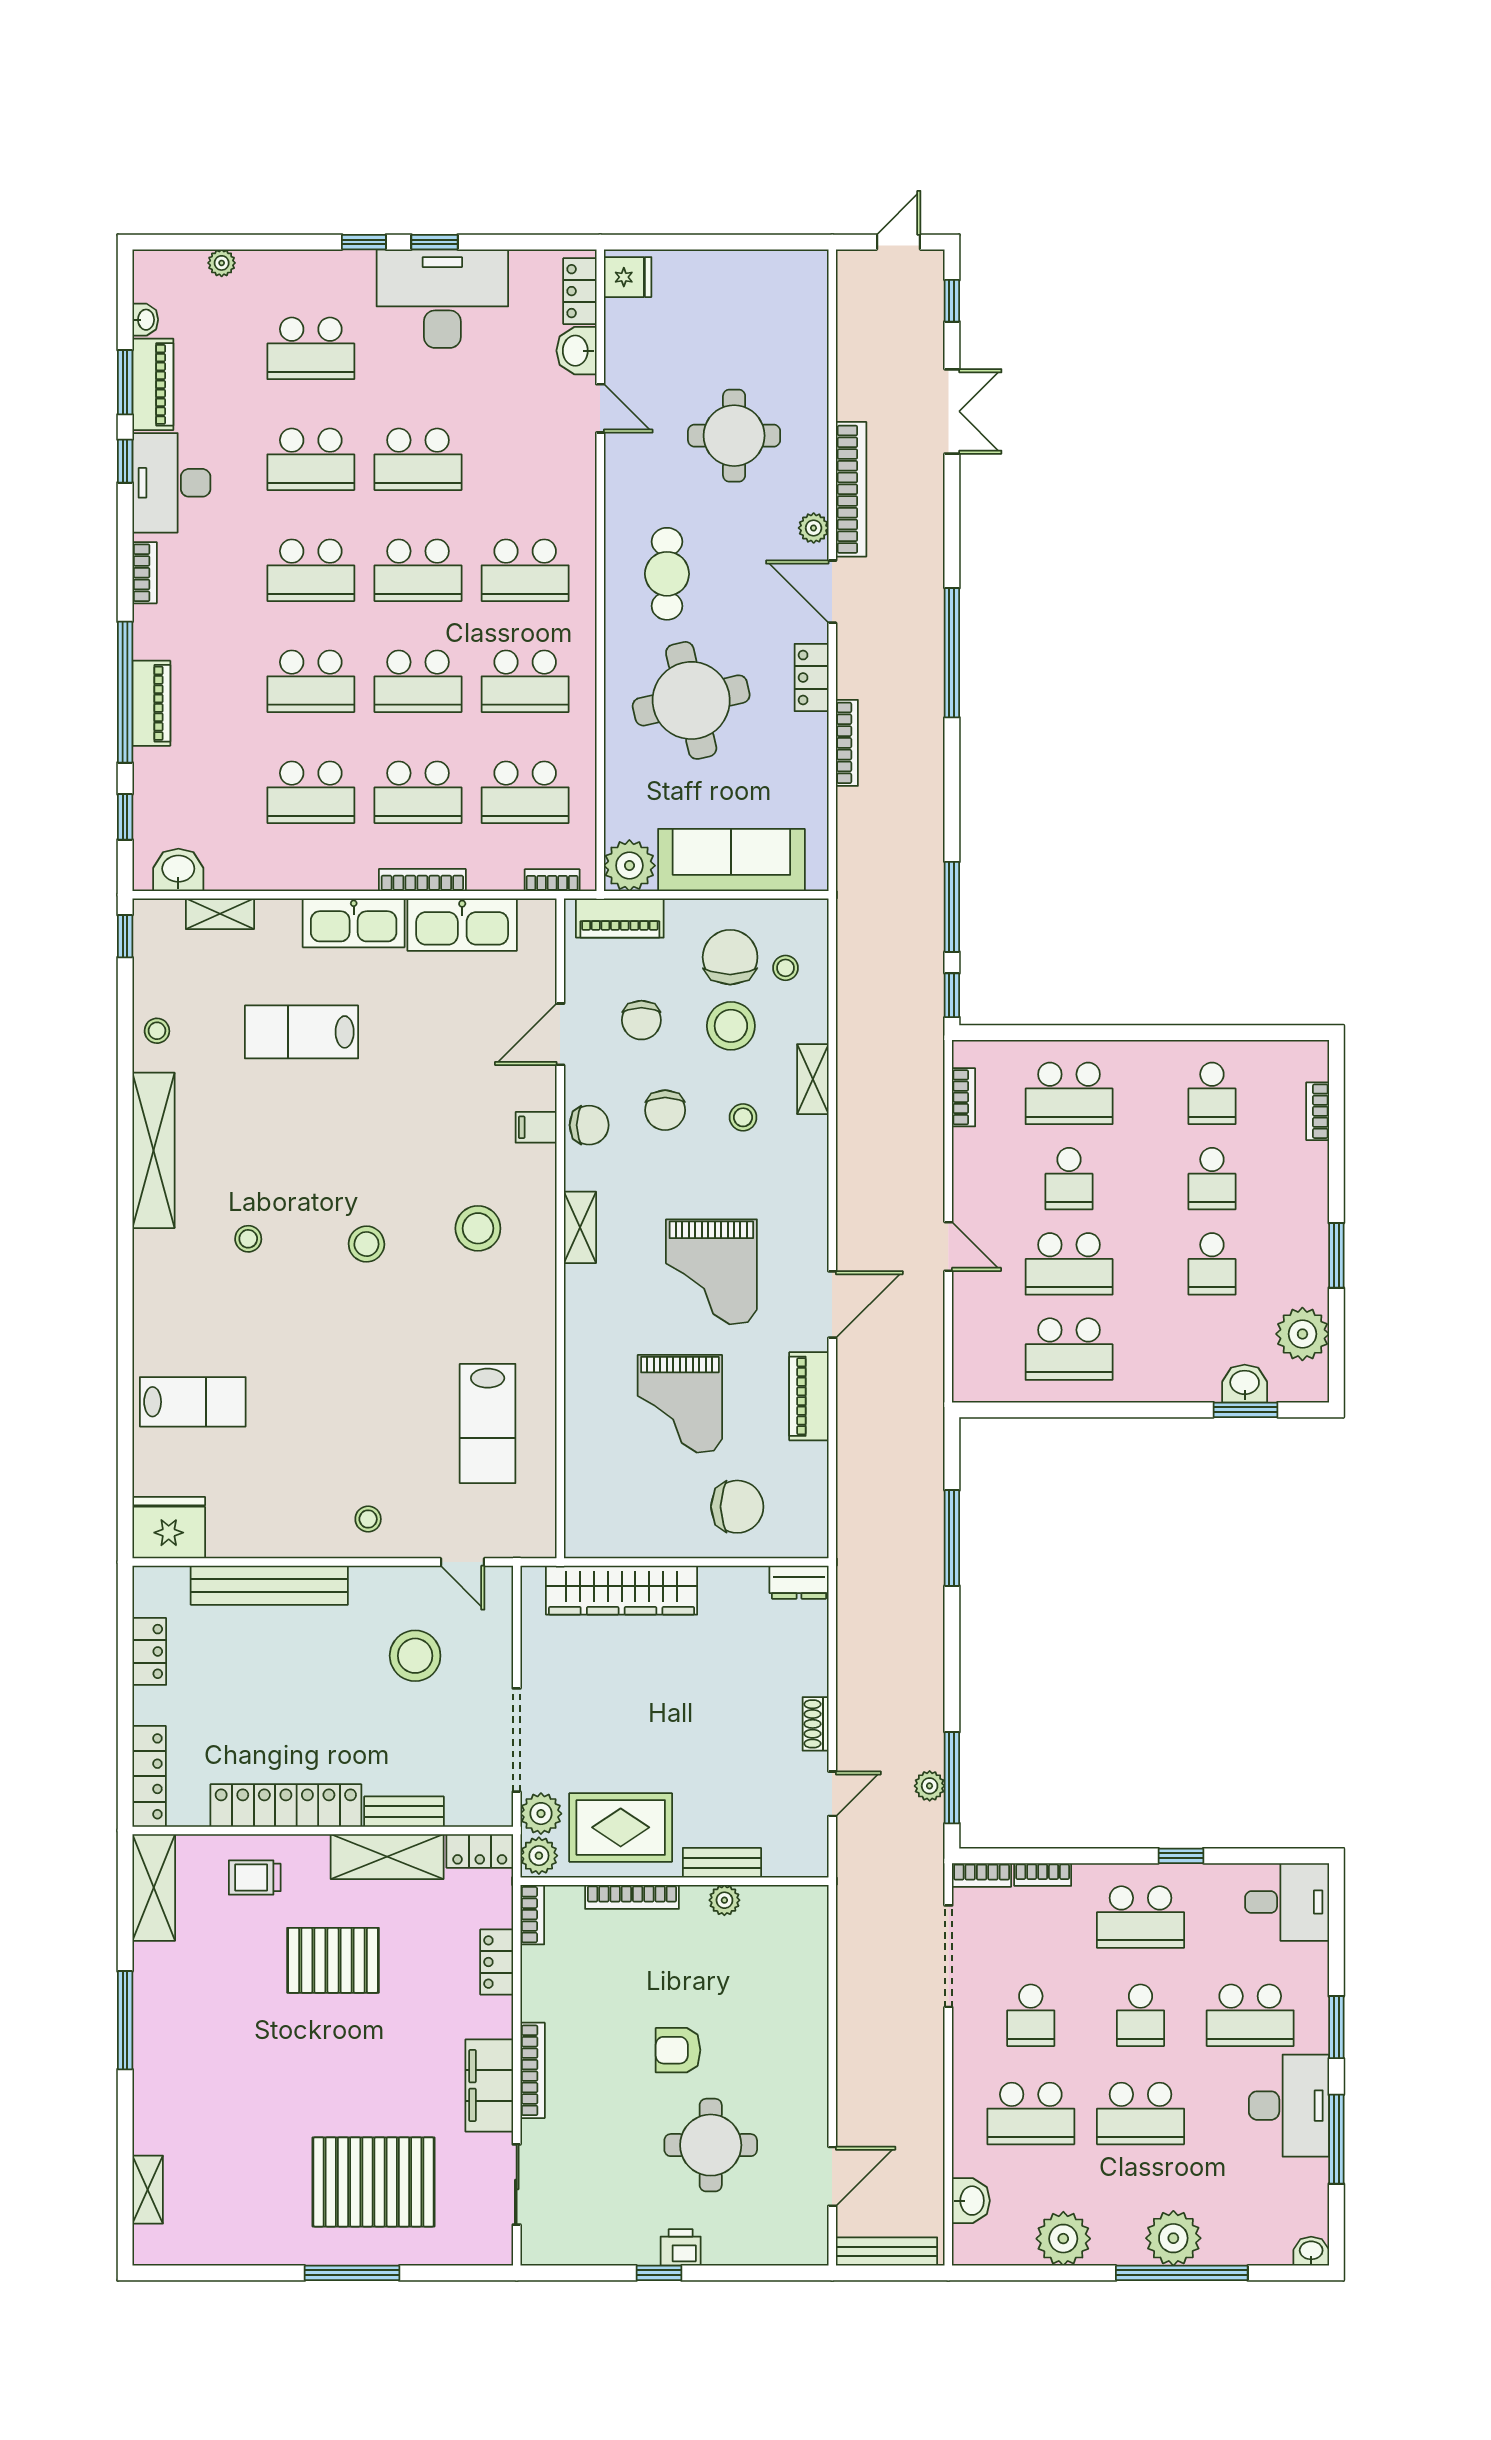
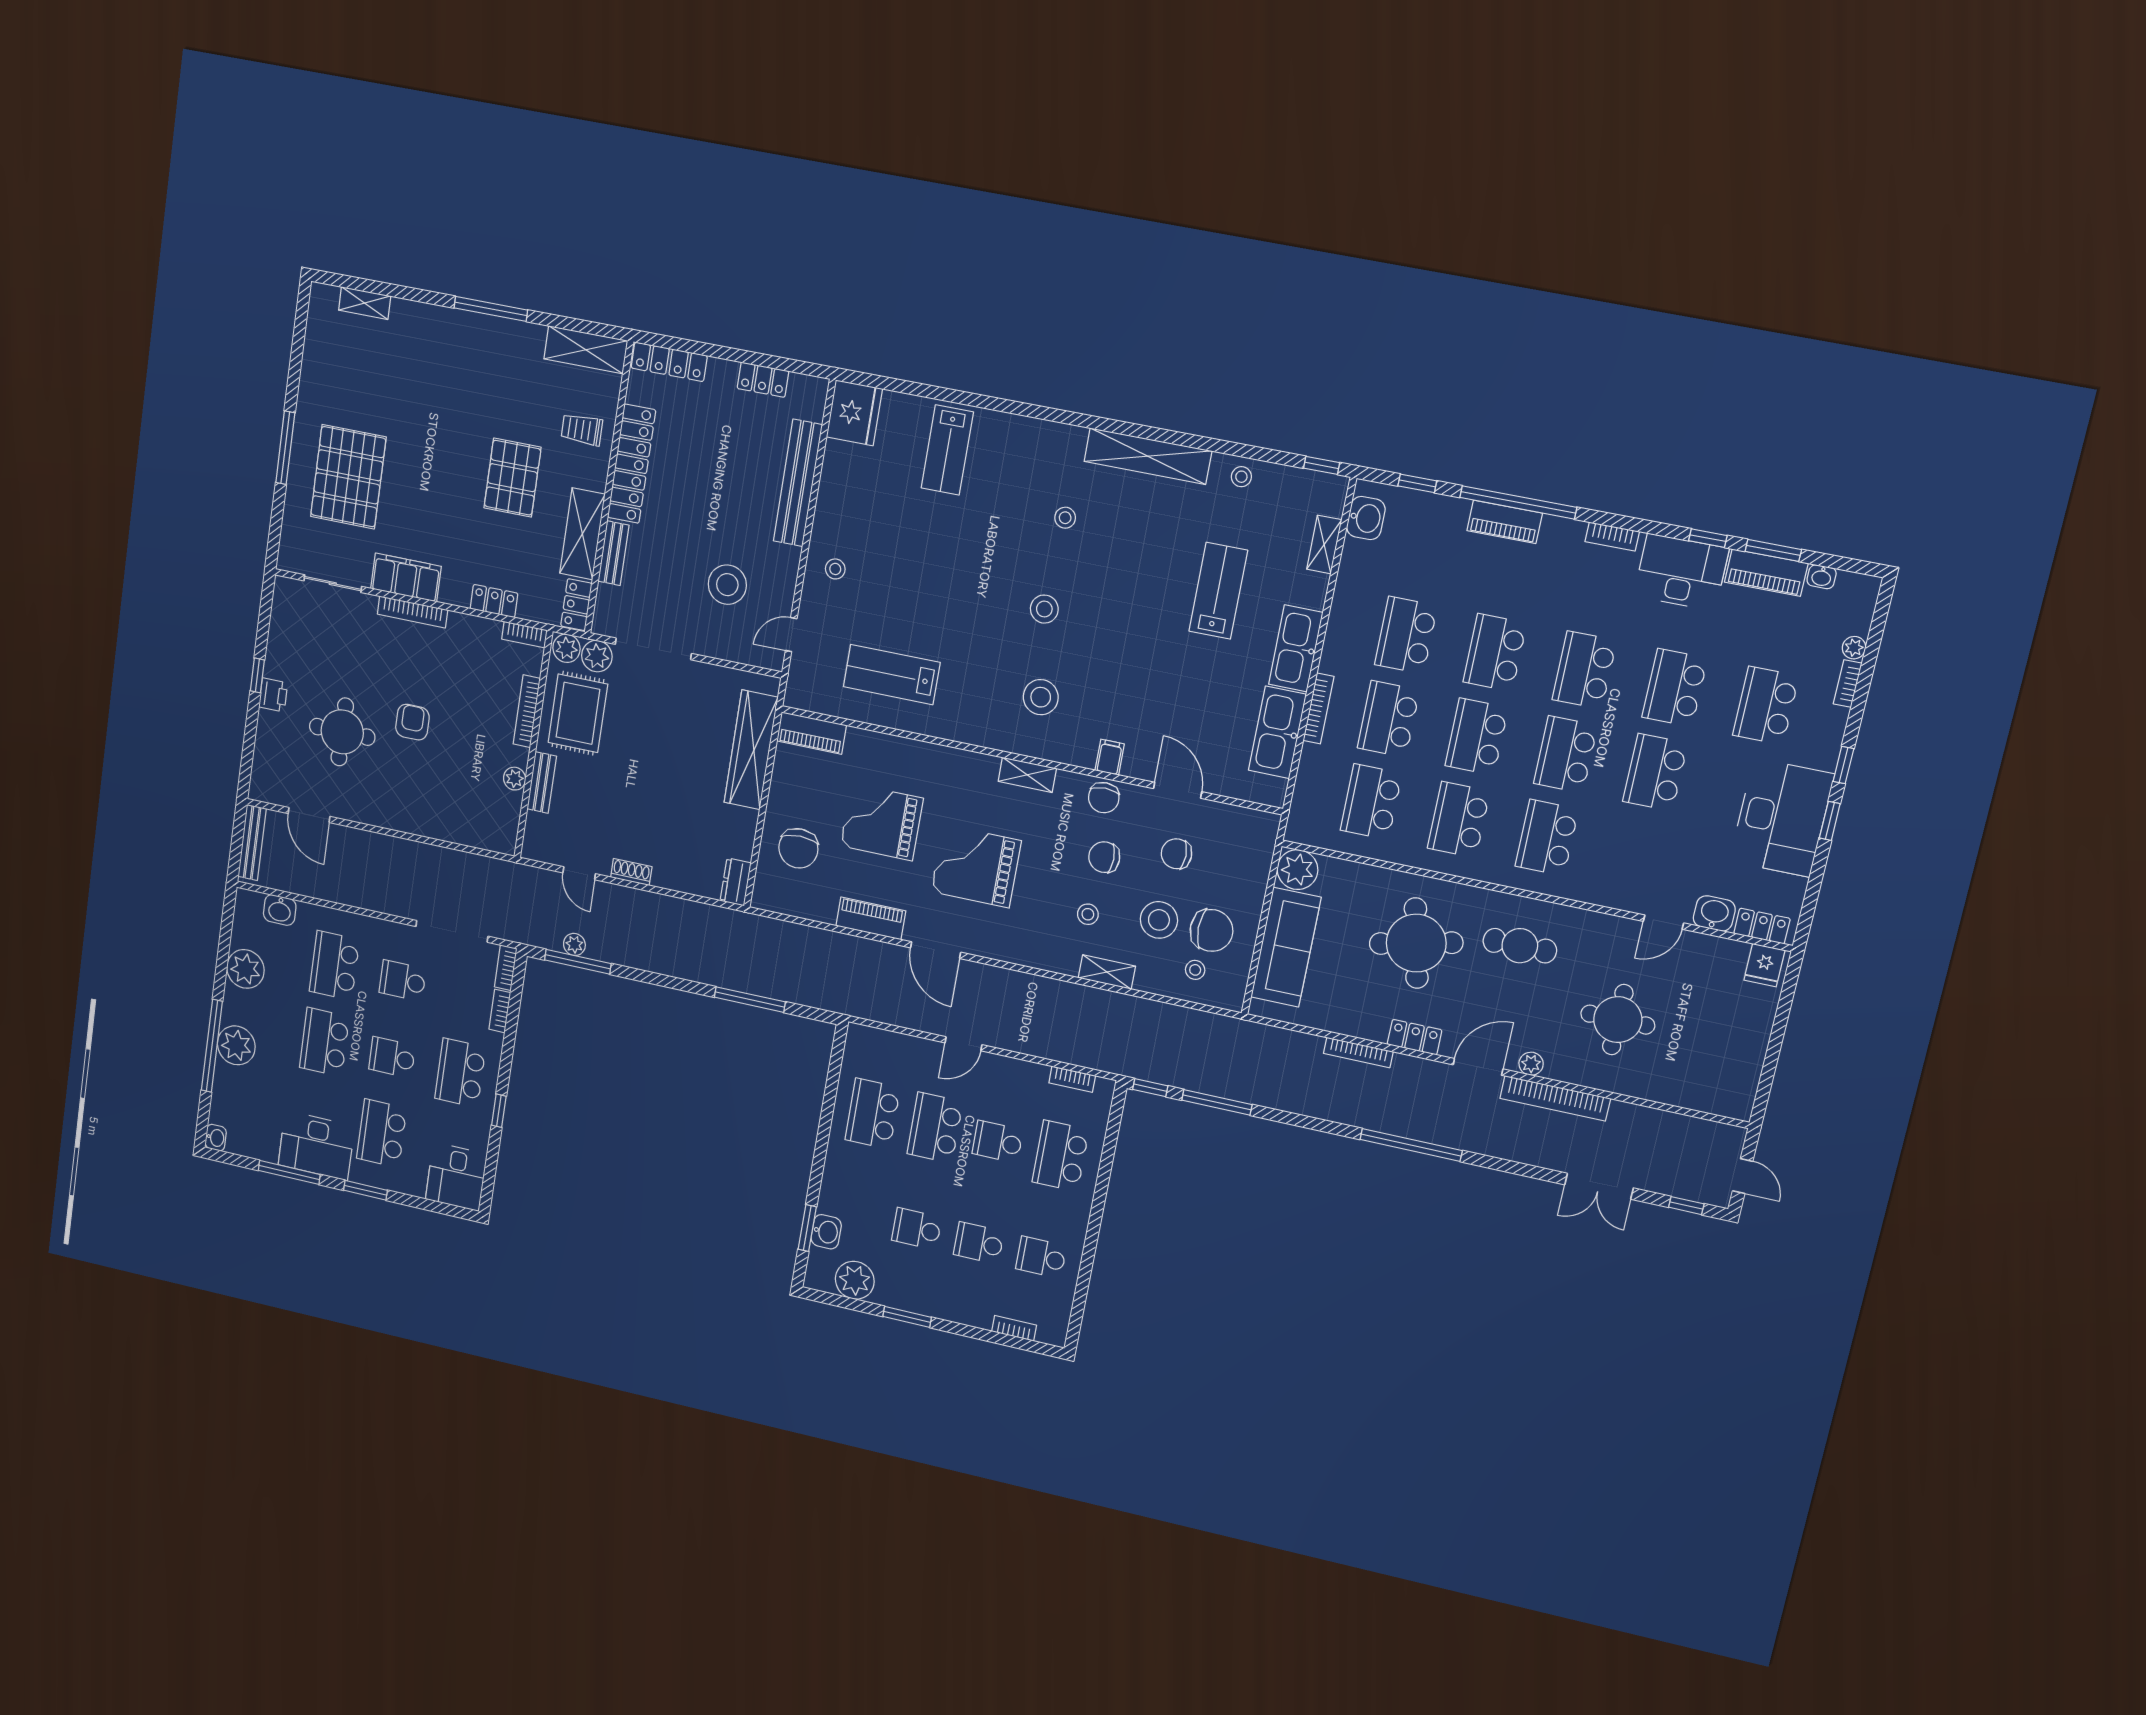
bookcase: (552, 880) -> (1848, 684), moved, turned 180
piano: (620, 918) -> (811, 733), moved, turned -90
trolley: (255, 1877) -> (582, 430), turned -90

